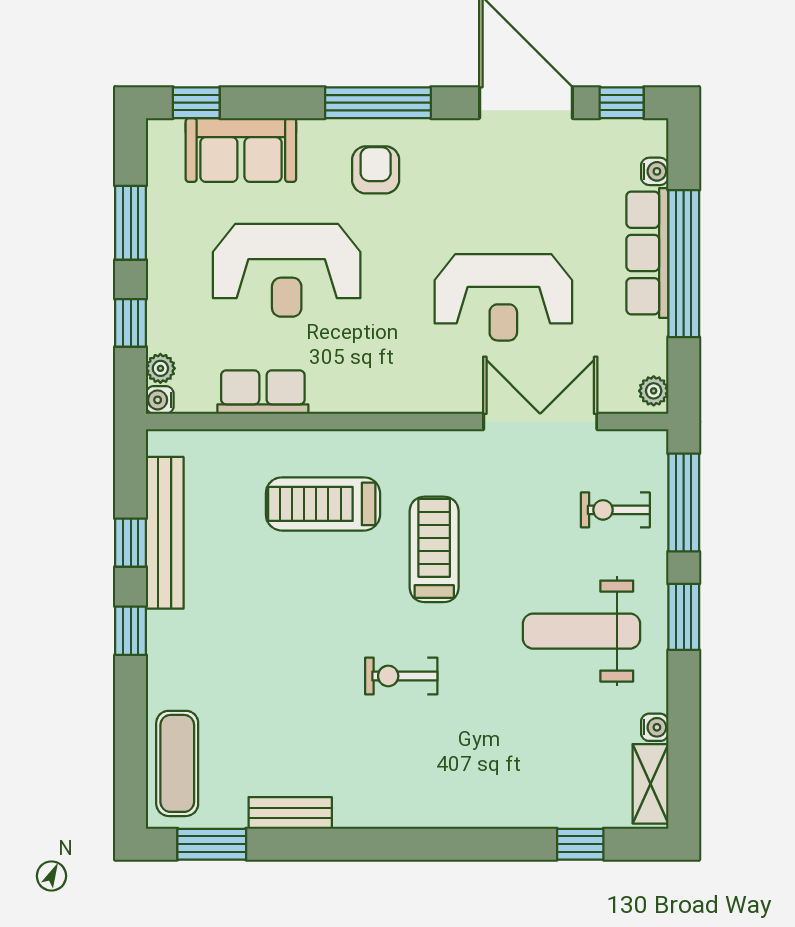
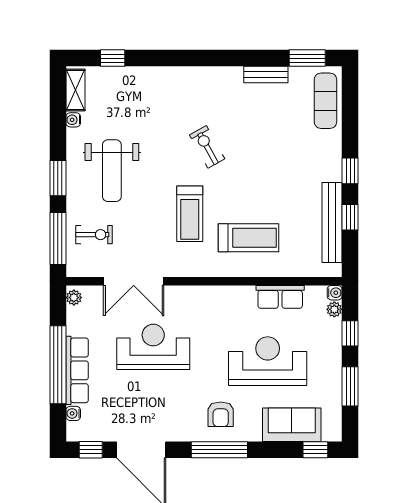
weight bench: (582, 631) -> (112, 171), turned 90
exercise bike: (401, 676) -> (207, 147), turned -119

